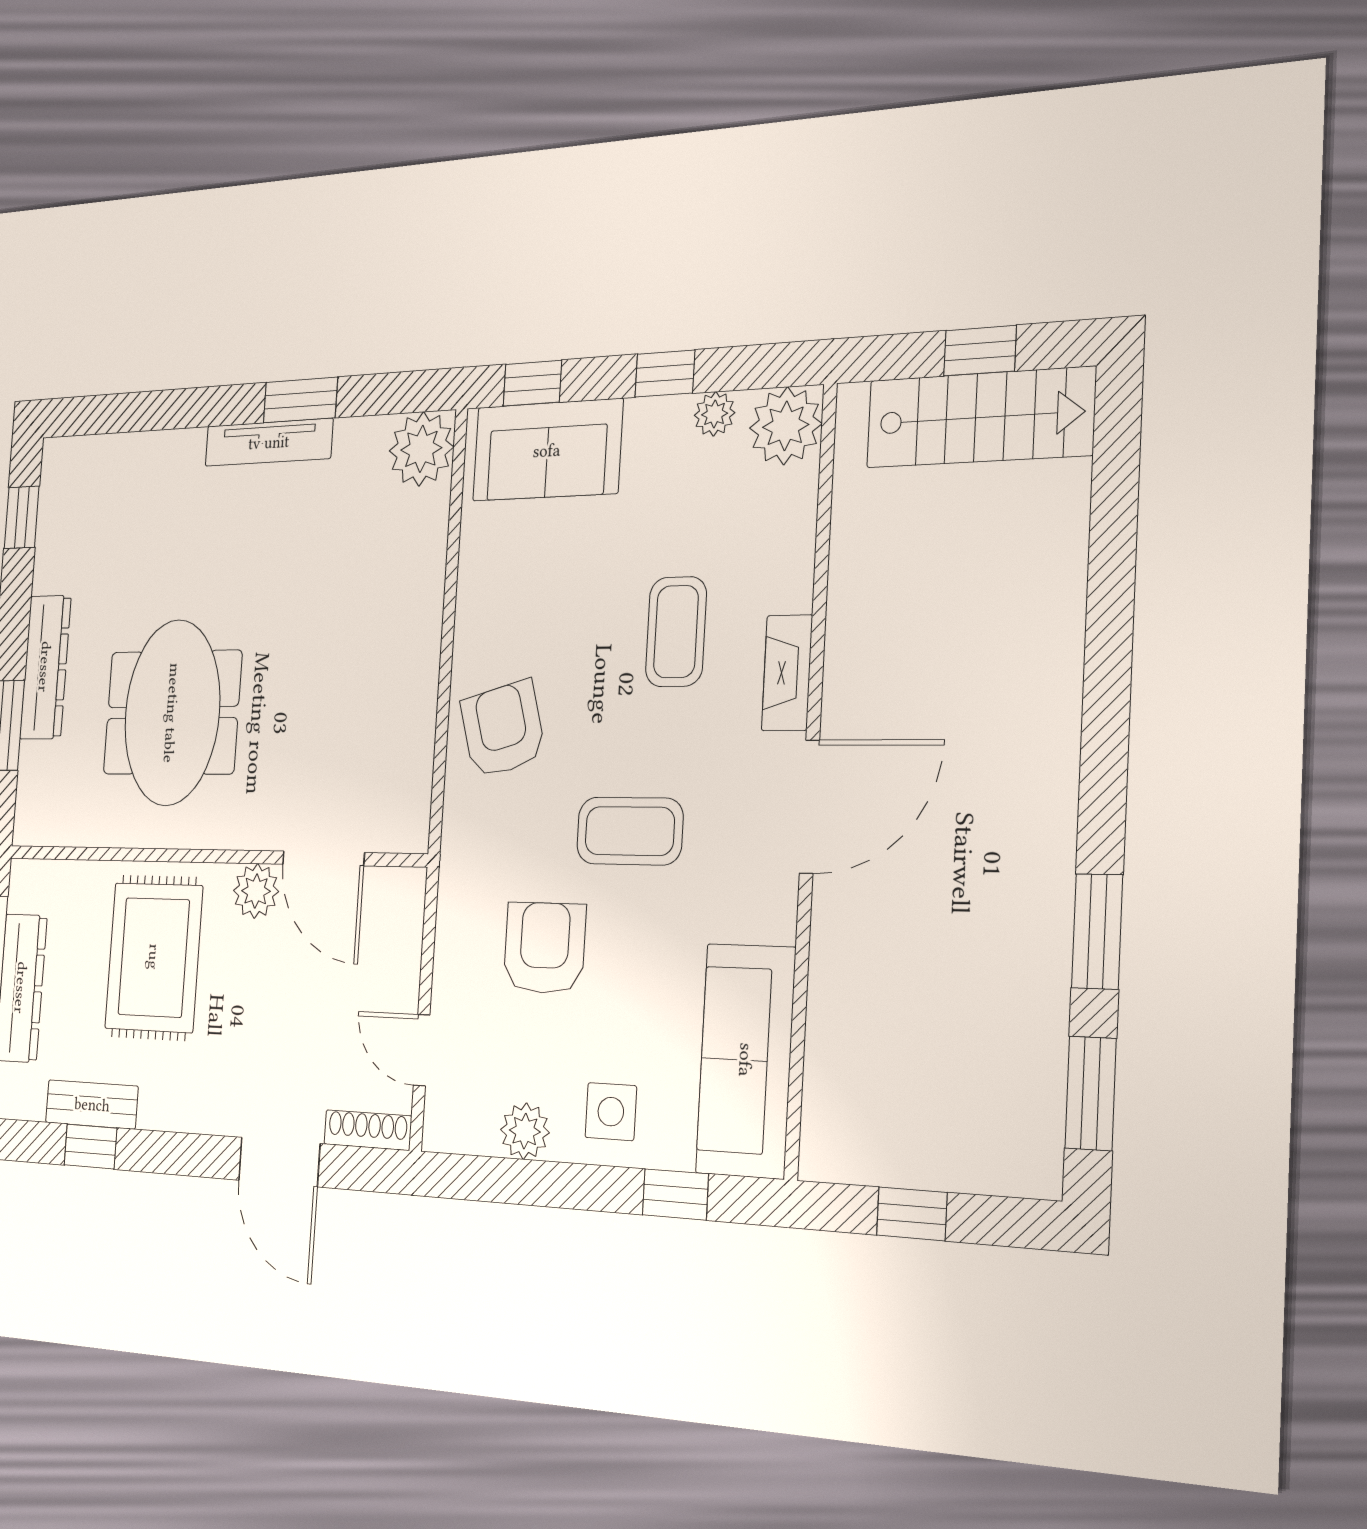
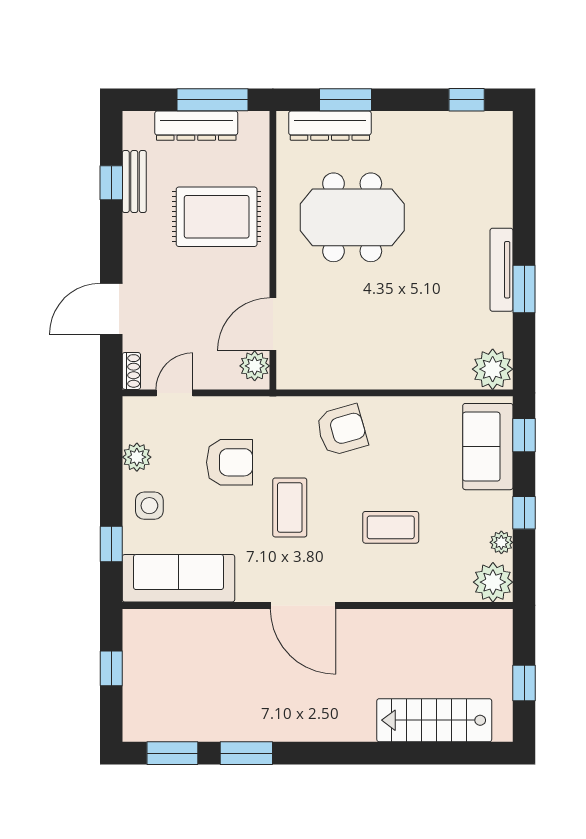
stairs: (980, 417) -> (434, 720), moved, turned 90
dresser: (45, 667) -> (330, 126), moved
fireplace: (787, 673) -> (369, 590), removed
plant: (256, 891) -> (255, 366), moved
shoe rack: (368, 1130) -> (131, 371), width x0.70

